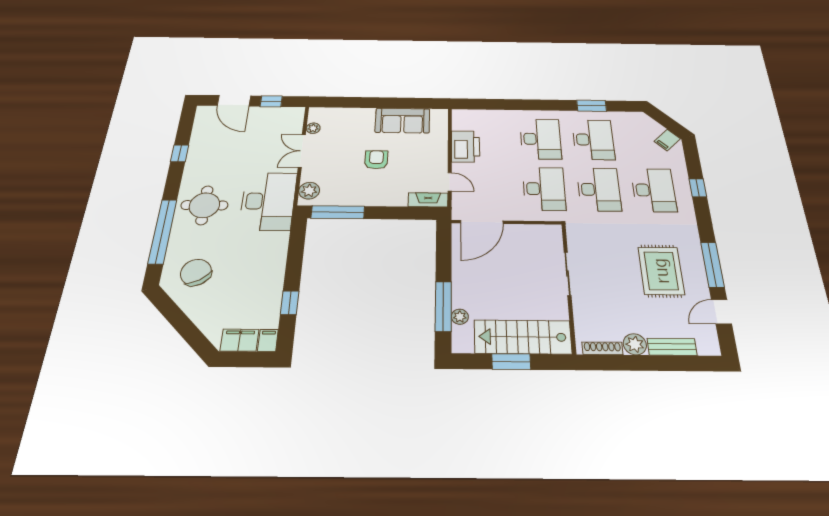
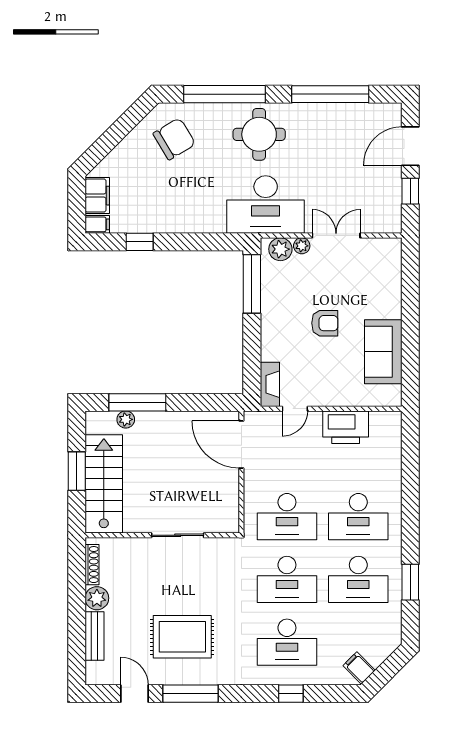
plant: (313, 128) -> (302, 246), moved
window: (180, 153) -> (330, 94), width x3.17

